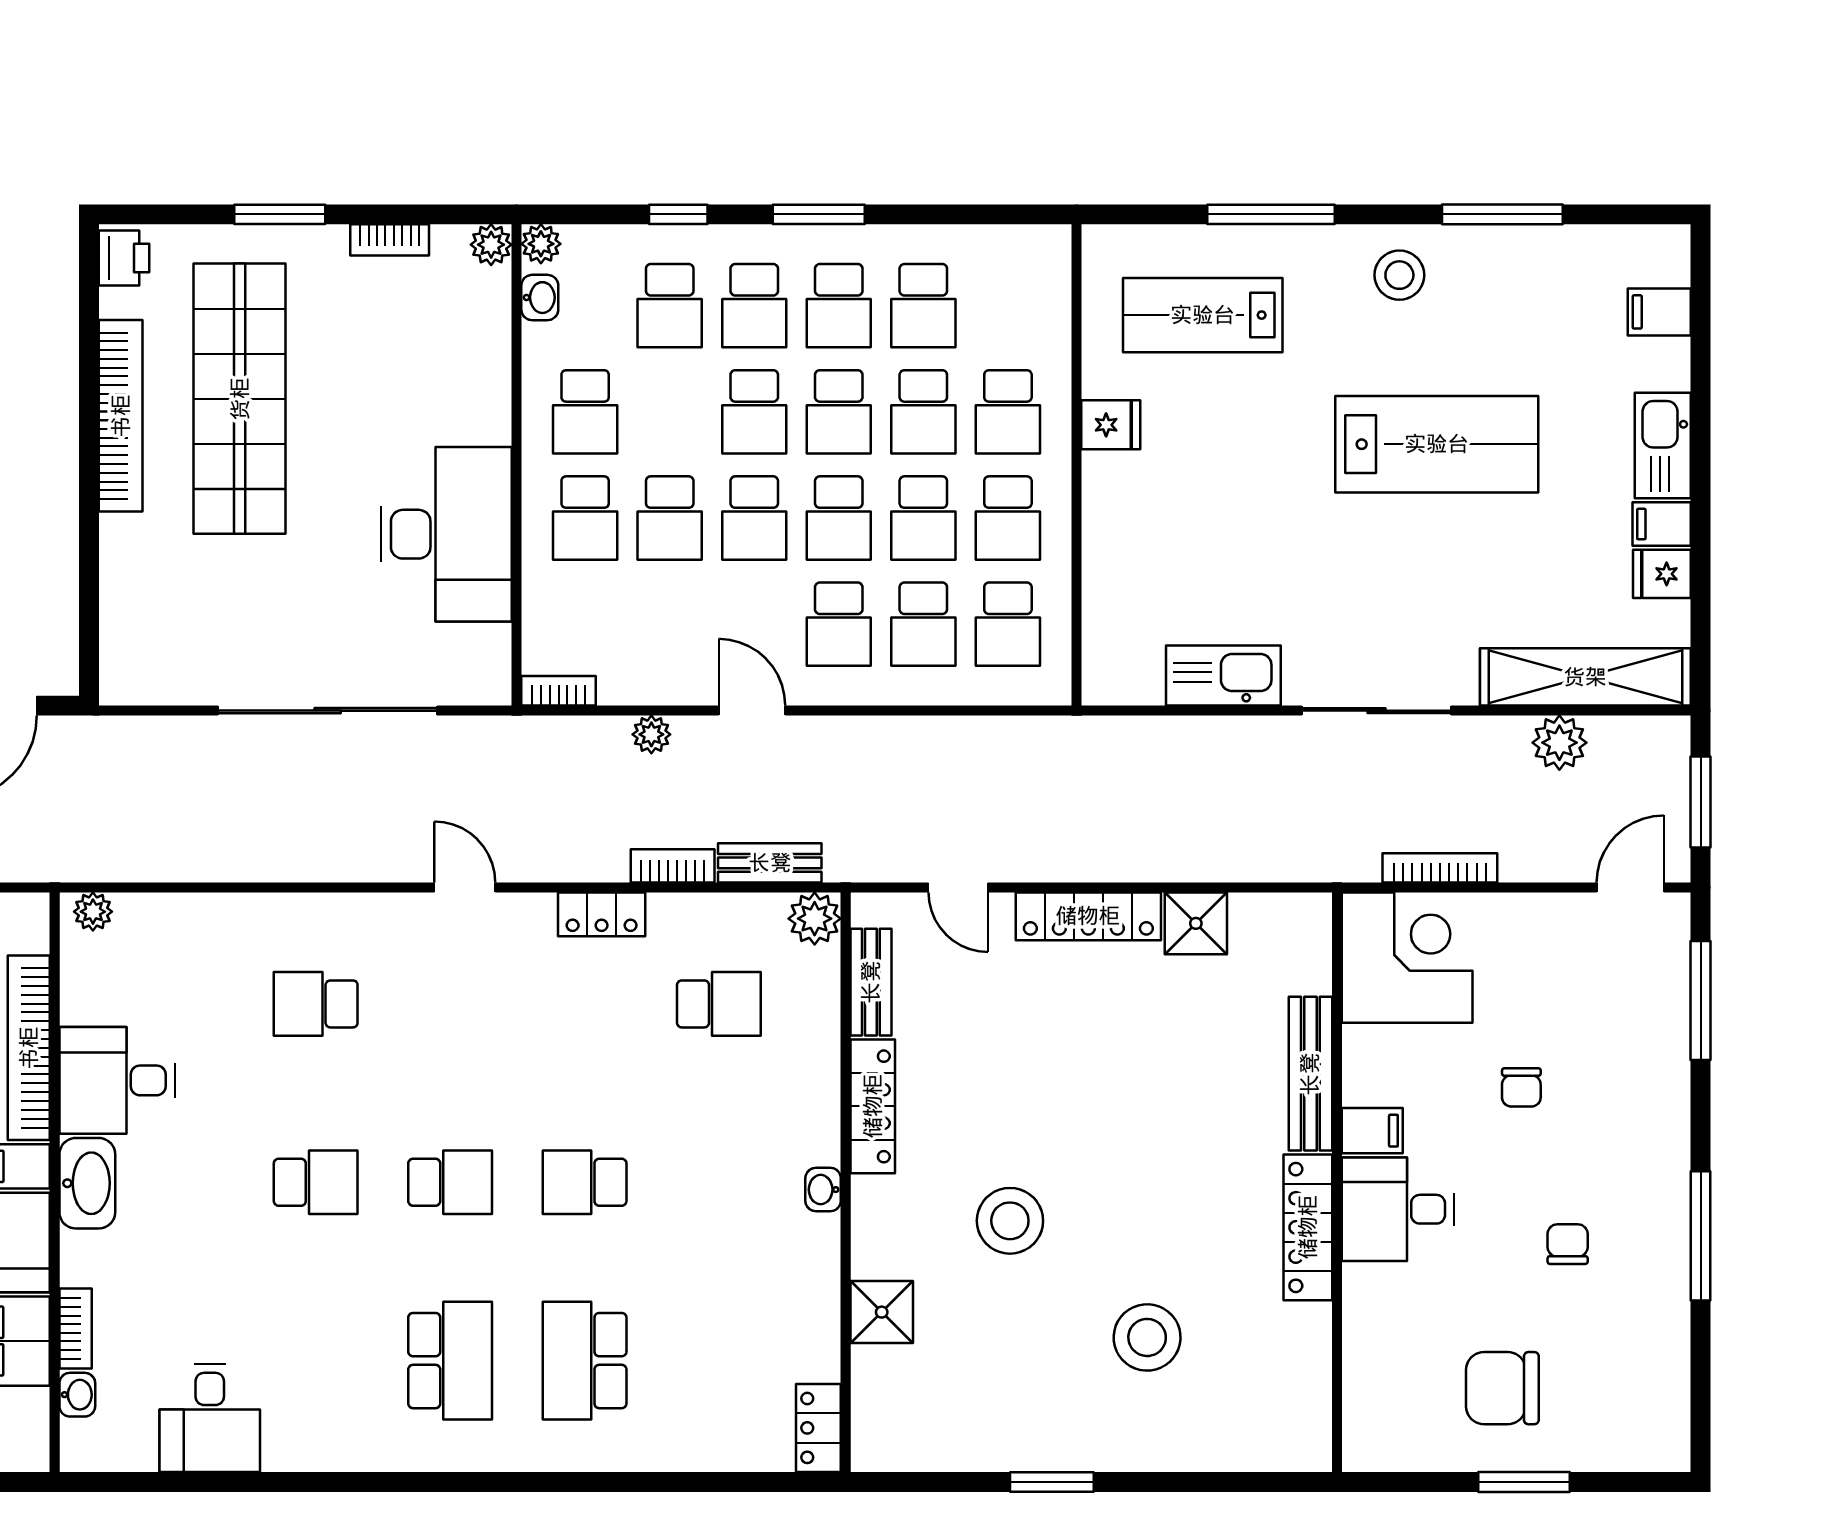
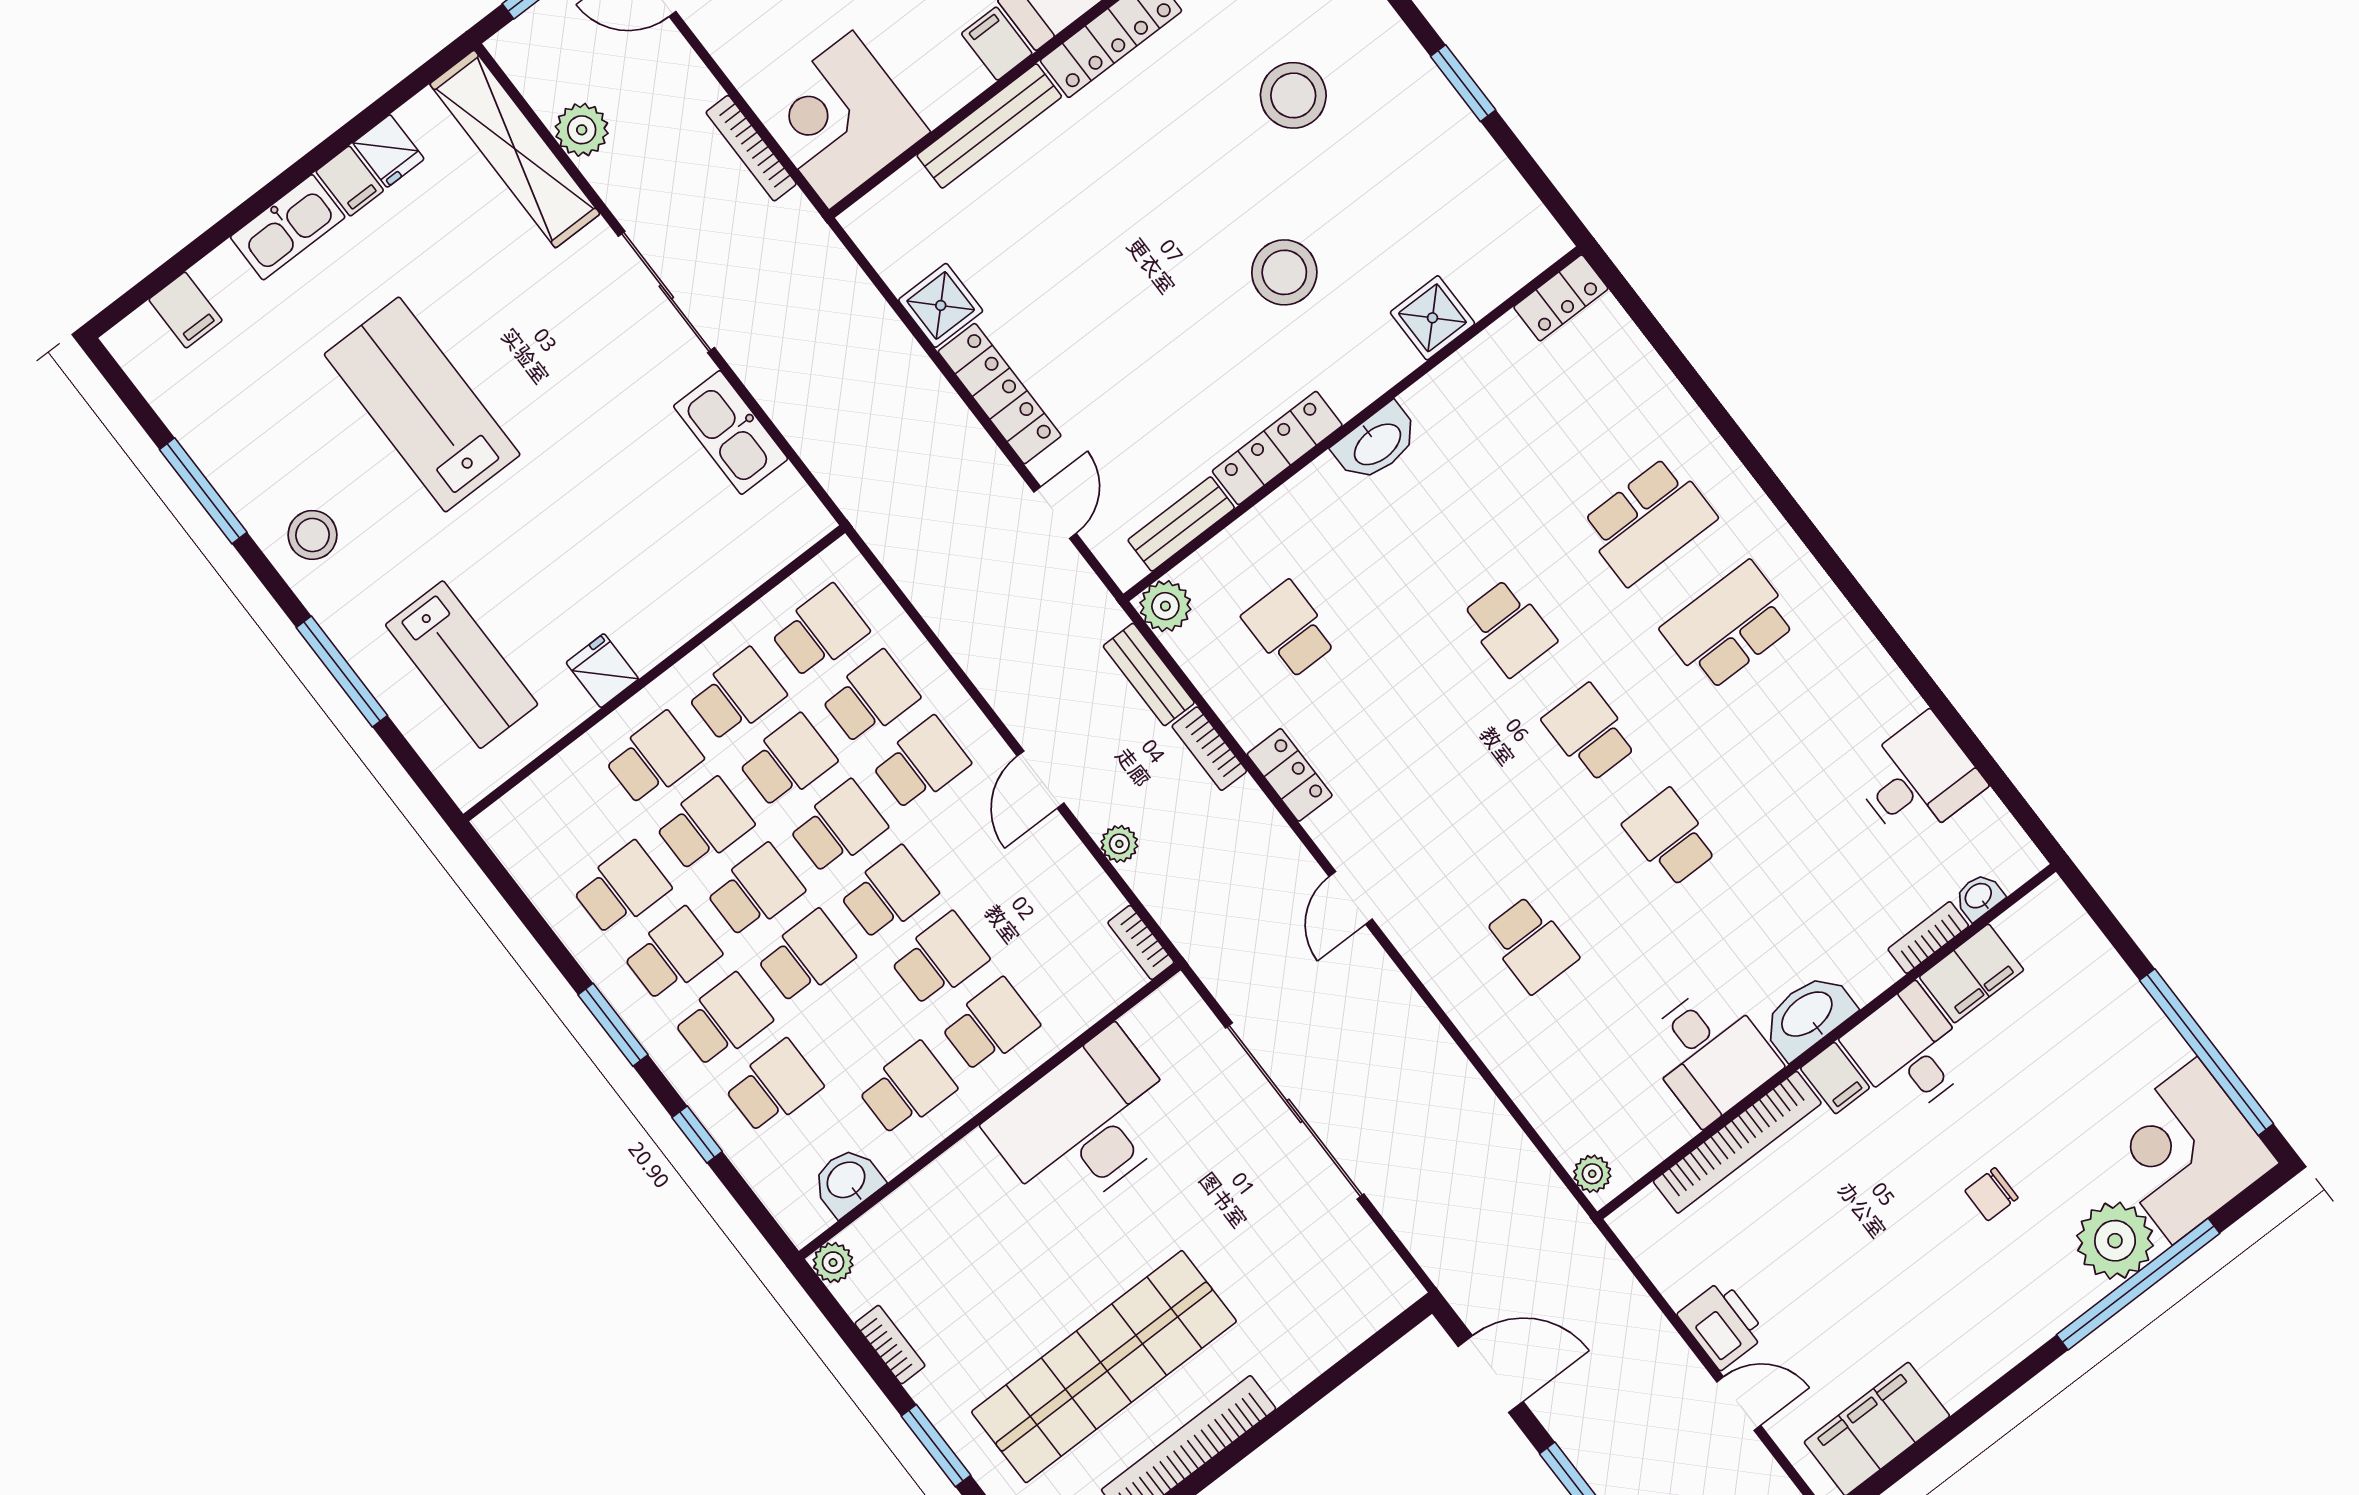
plant: (541, 244) -> (802, 1224), removed
washbasin: (540, 298) -> (847, 1181), width x1.38, depth x1.45
washbasin: (823, 1190) -> (1377, 443), width x1.91, depth x1.45

